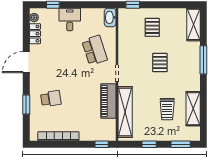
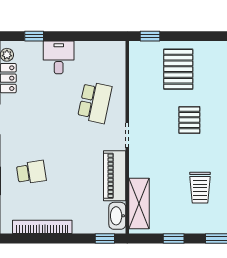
washbasin: (110, 17) -> (117, 216), moved
pallet: (152, 27) -> (178, 69), width x1.50, depth x1.42
school desk: (95, 50) -> (95, 102), turned 30
shelving: (125, 112) -> (139, 204), width x0.68

